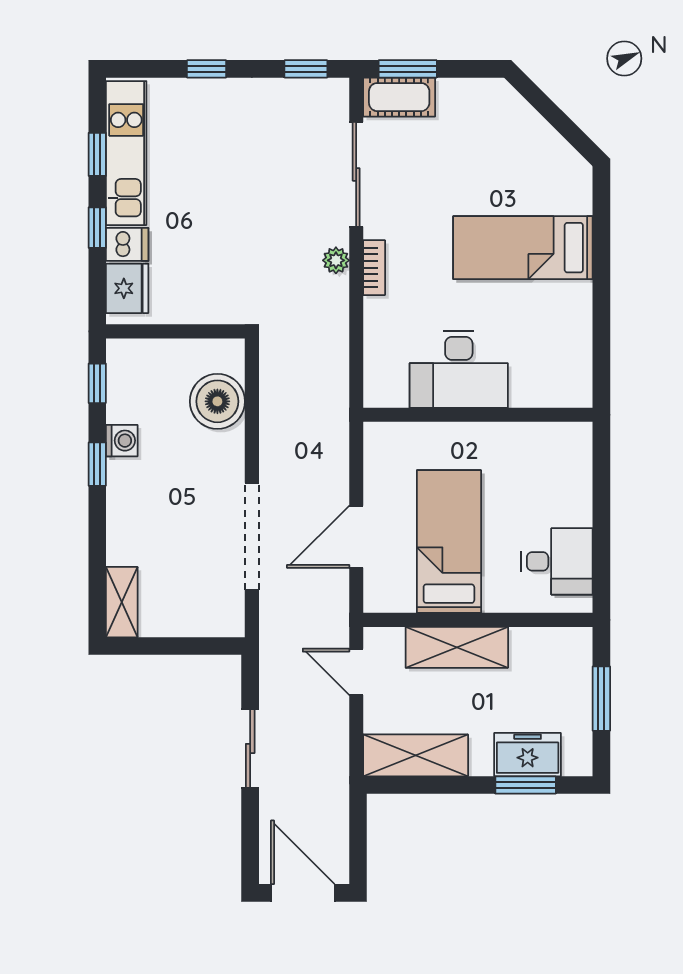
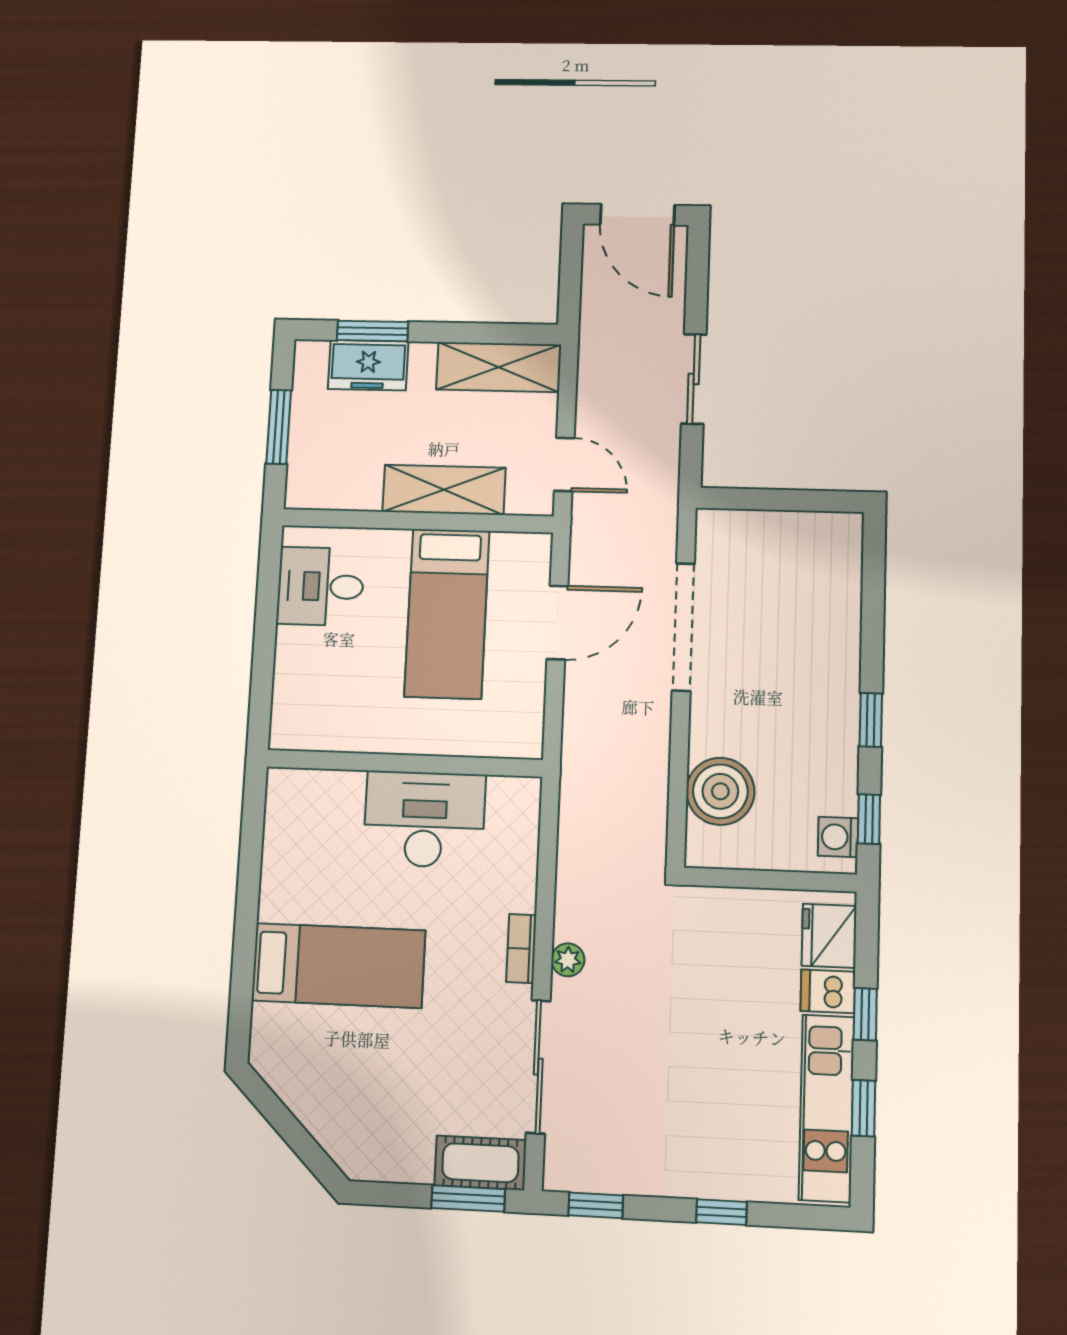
washing machine: (122, 441) -> (838, 837), moved
shelving: (122, 602) -> (844, 553), removed

